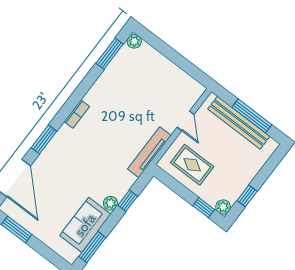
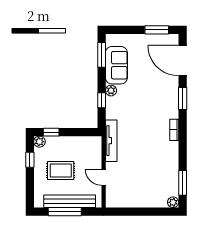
rug: (192, 165) -> (61, 171), moved

